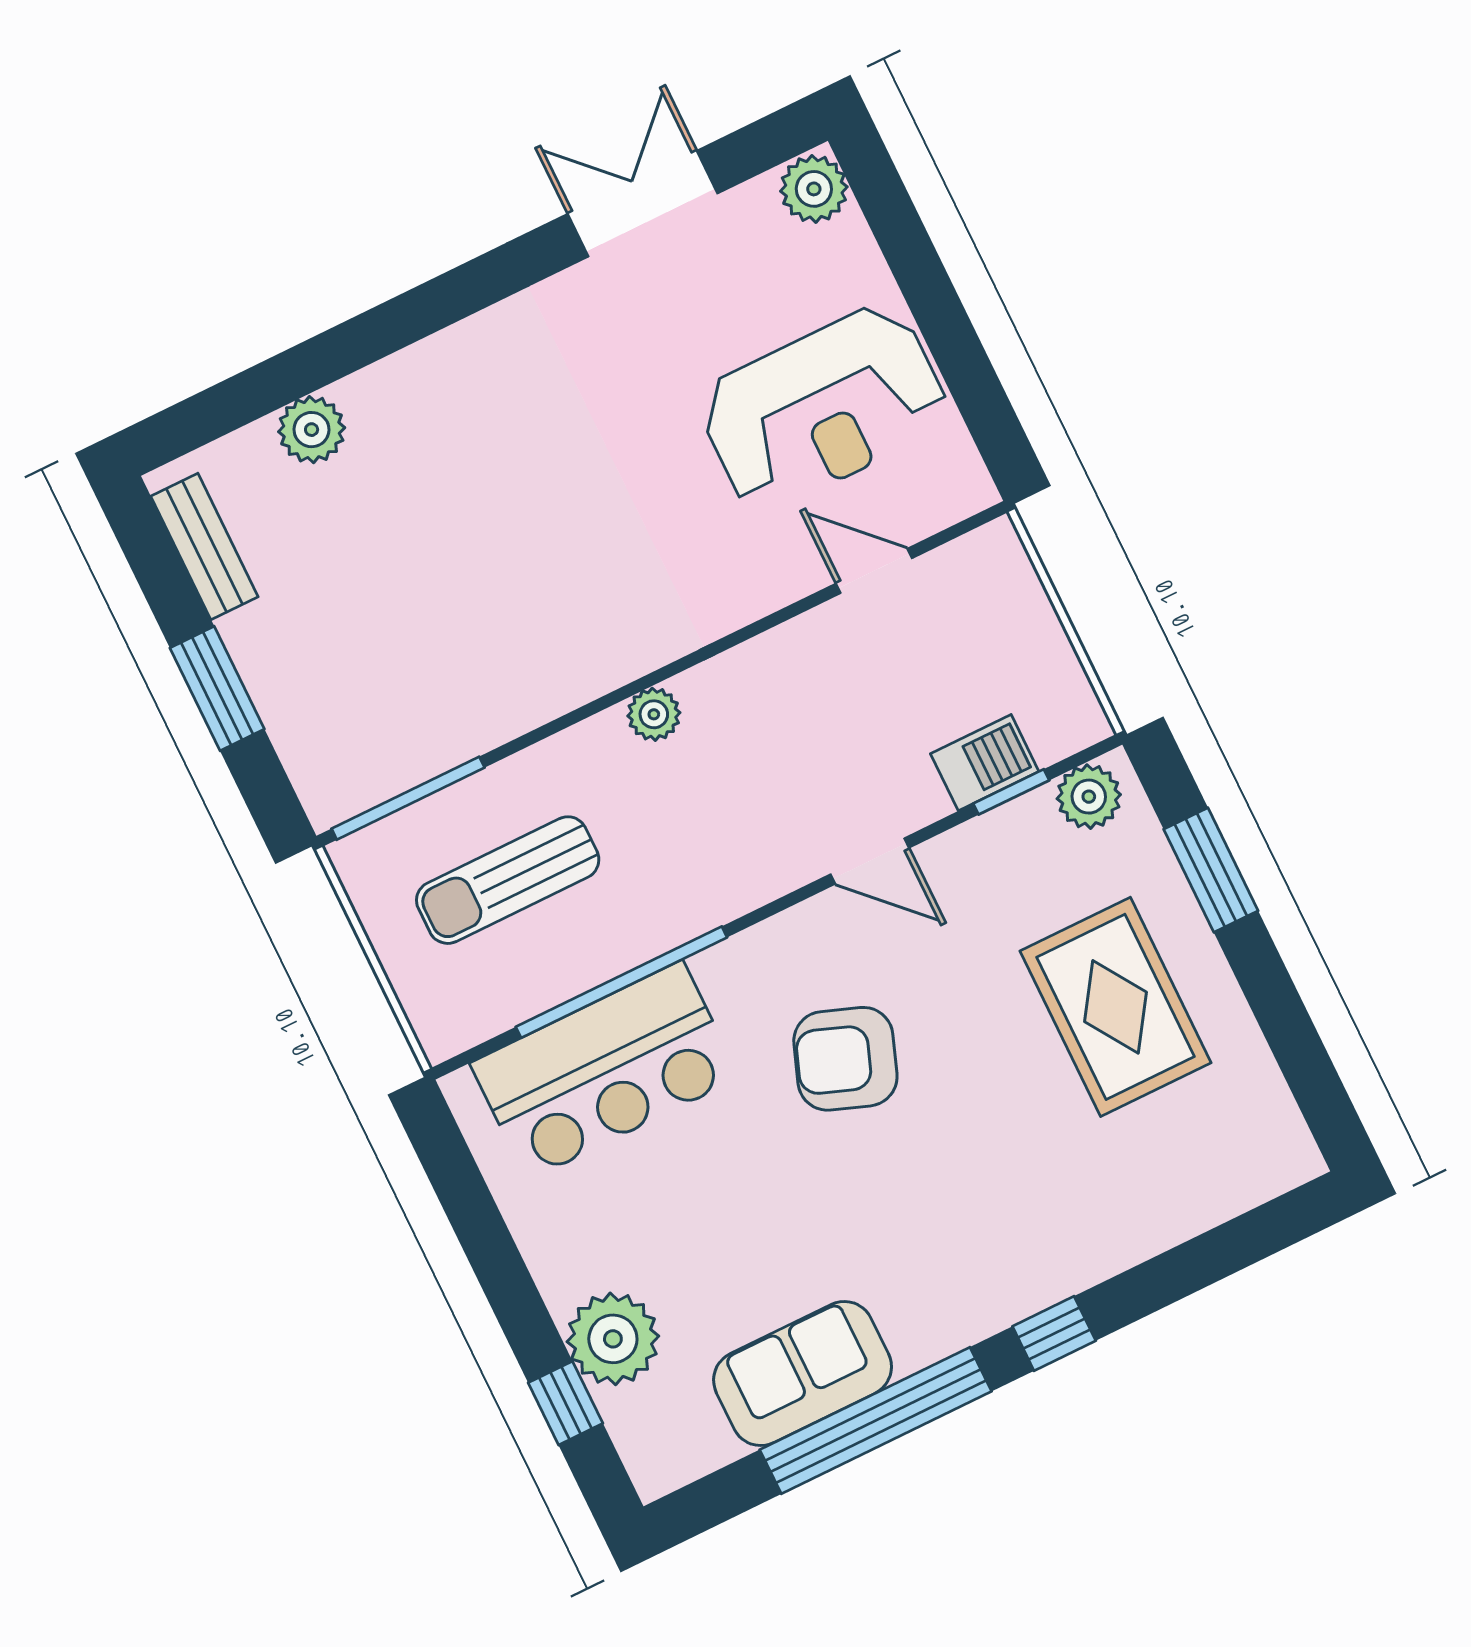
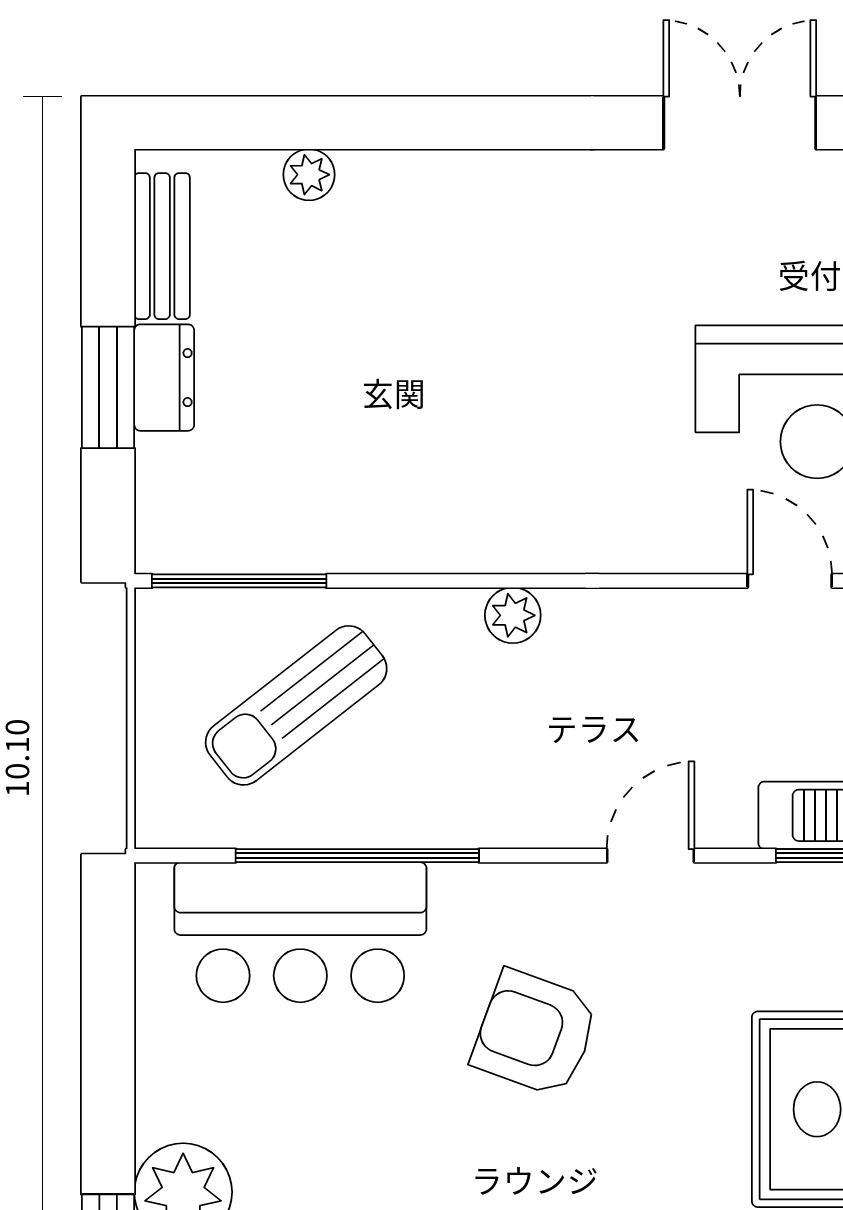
plant: (312, 430) -> (309, 175), width x0.73, depth x0.73
dresser: (260, 657) -> (164, 378), added
door: (870, 861) -> (651, 856), swing flipped
sun lounger: (508, 880) -> (296, 705), turned -38

